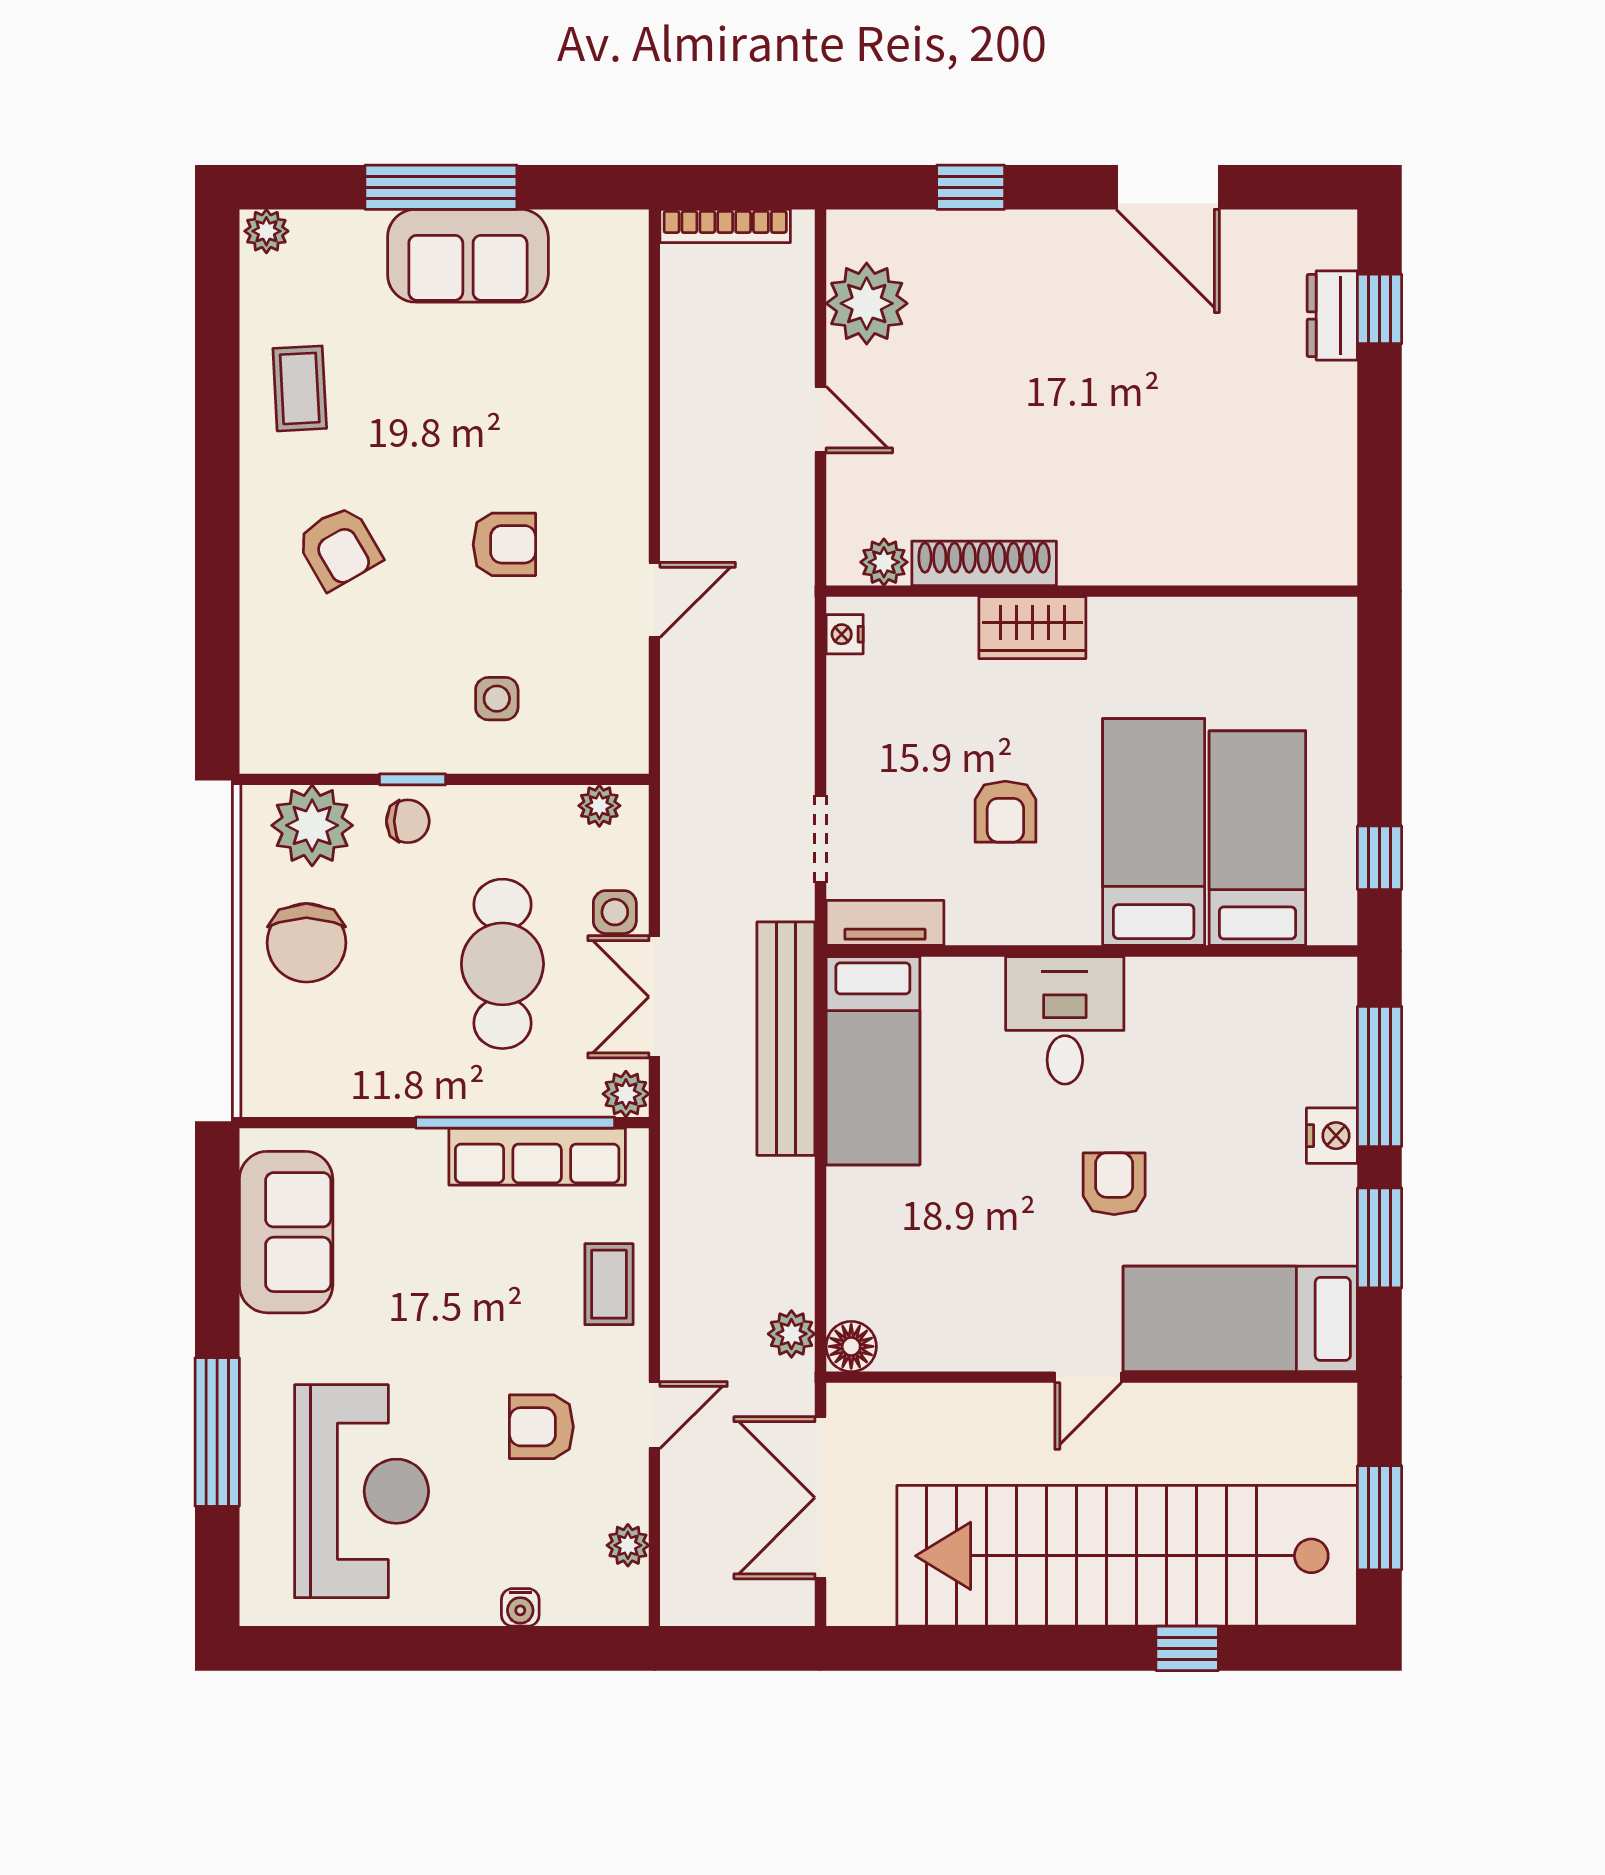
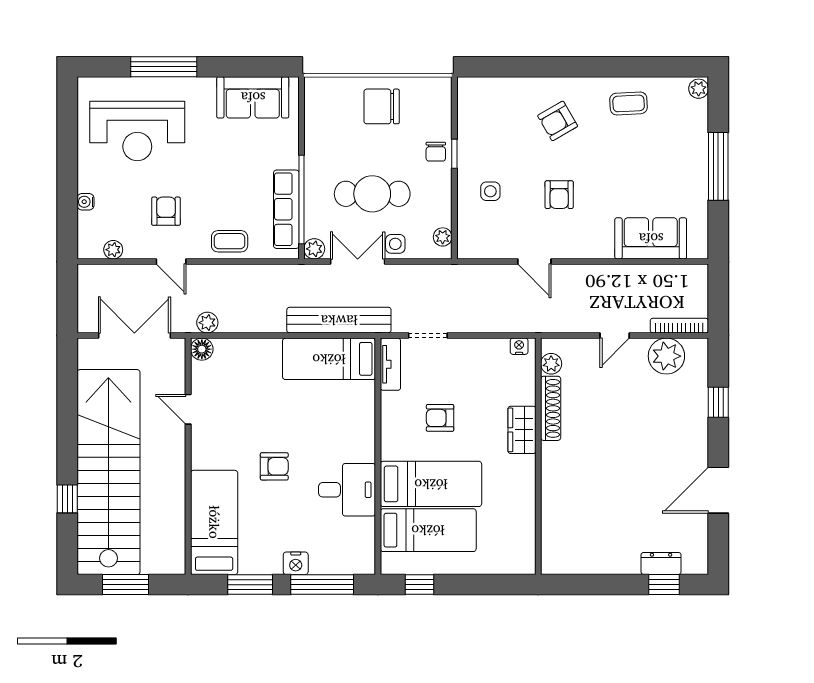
bookcase: (725, 226) -> (679, 326), moved, turned 90
sofa: (468, 256) -> (651, 238), moved, turned 90
plant: (312, 825) -> (434, 109), removed
desk: (1065, 1020) -> (347, 490), moved
door: (1088, 1377) -> (188, 409), moved

